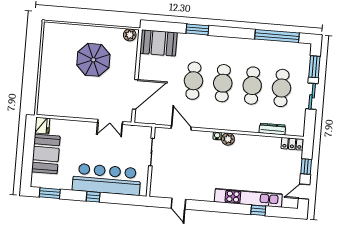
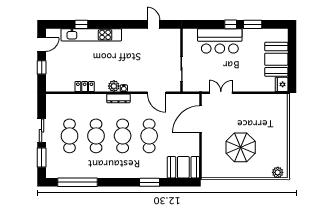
plant: (130, 35) -> (278, 172), moved
dresser: (272, 129) -> (118, 98), moved
locker: (292, 144) -> (85, 87), moved
bar counter: (107, 179) -> (220, 41), width x0.73
window: (50, 193) -> (253, 24), moved

